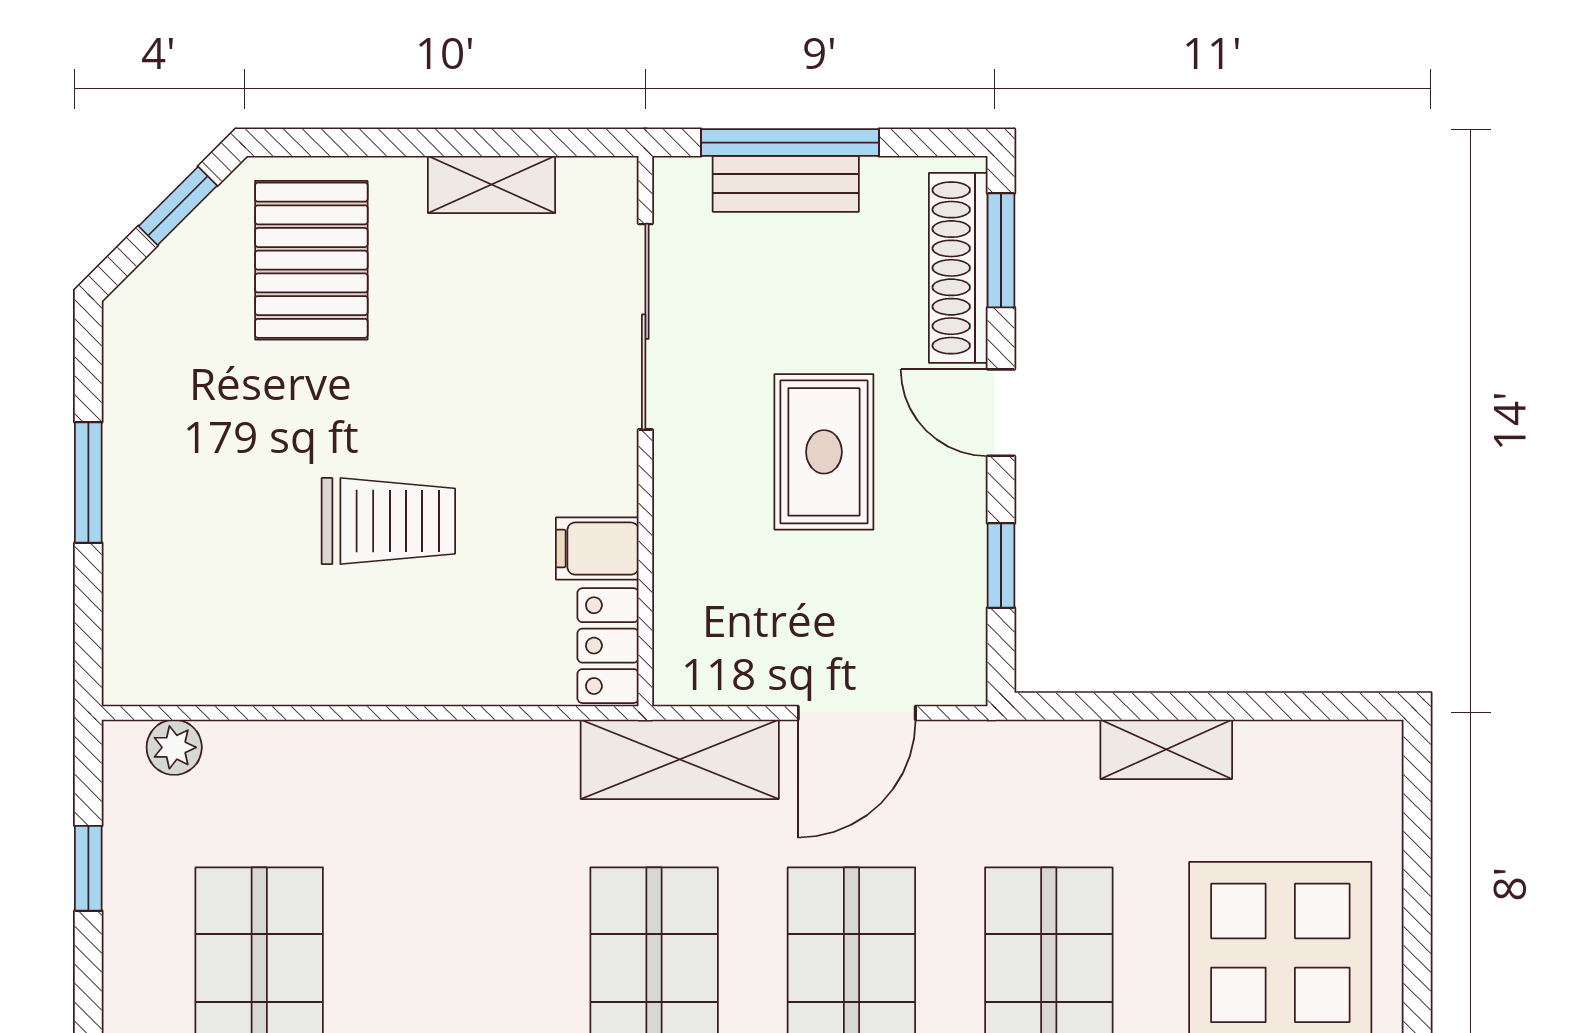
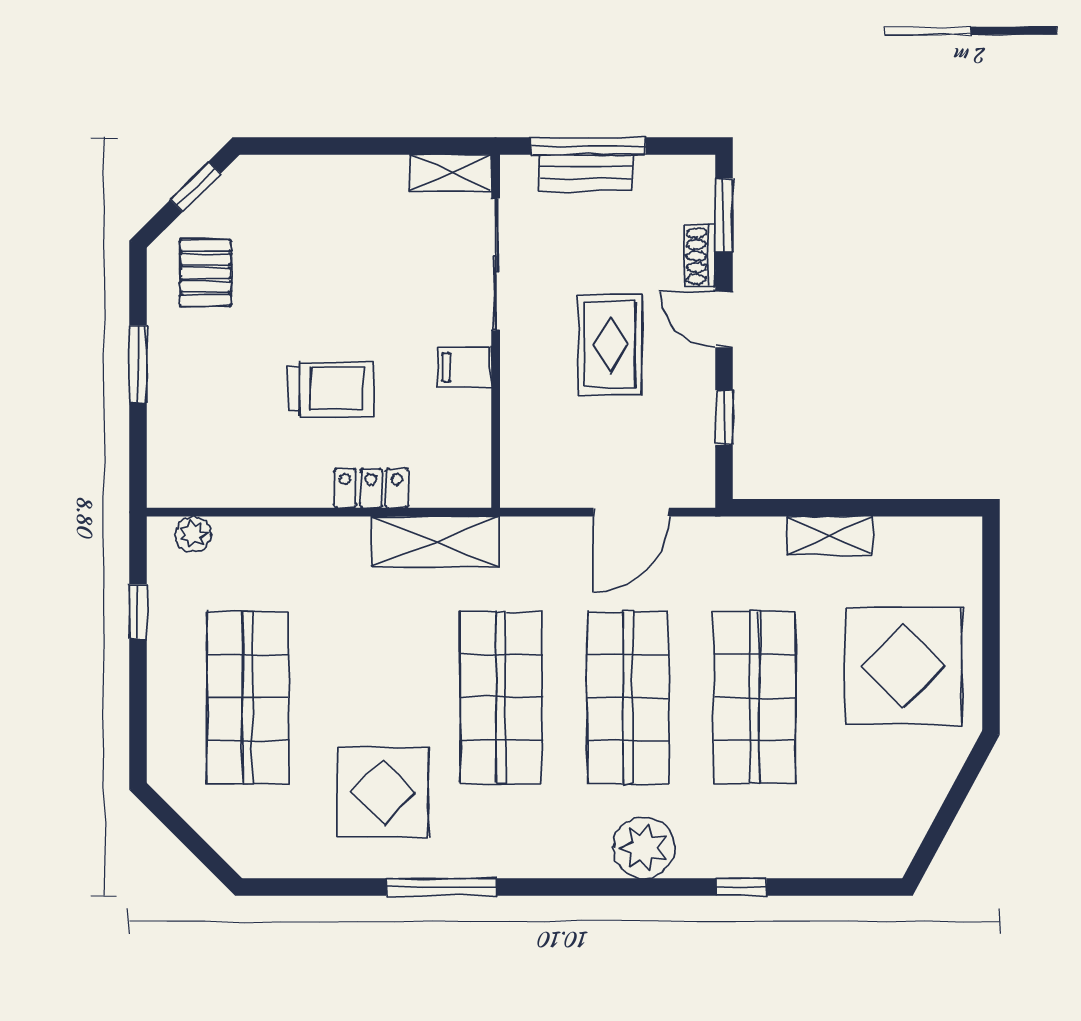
shelving: (492, 185) -> (450, 173), moved
pallet: (311, 260) -> (206, 273), moved, width x0.67, depth x0.71
shoe rack: (958, 268) -> (700, 256), width x0.51, depth x0.81
filing cabinet: (597, 549) -> (465, 367), moved
locker: (608, 646) -> (371, 488), moved, turned 90
shelving: (680, 759) -> (435, 542), moved

